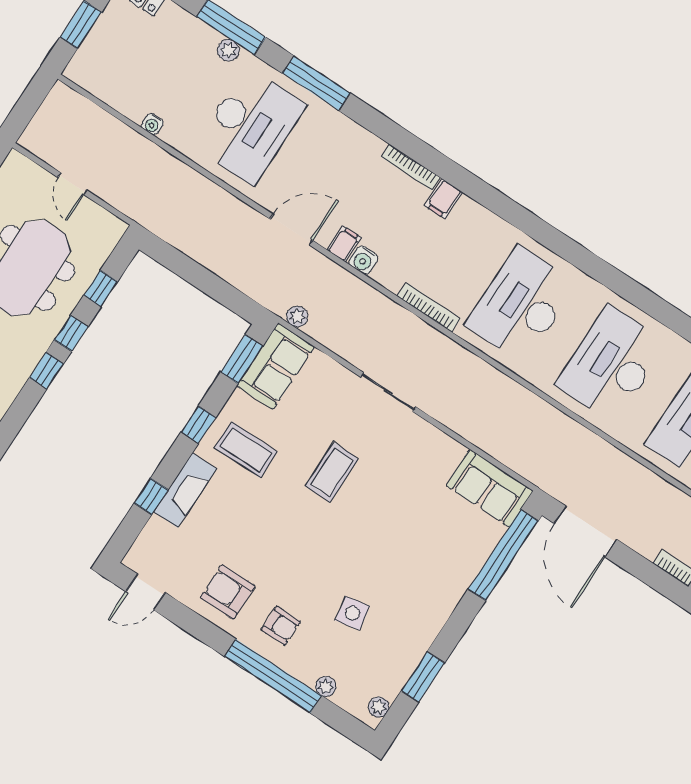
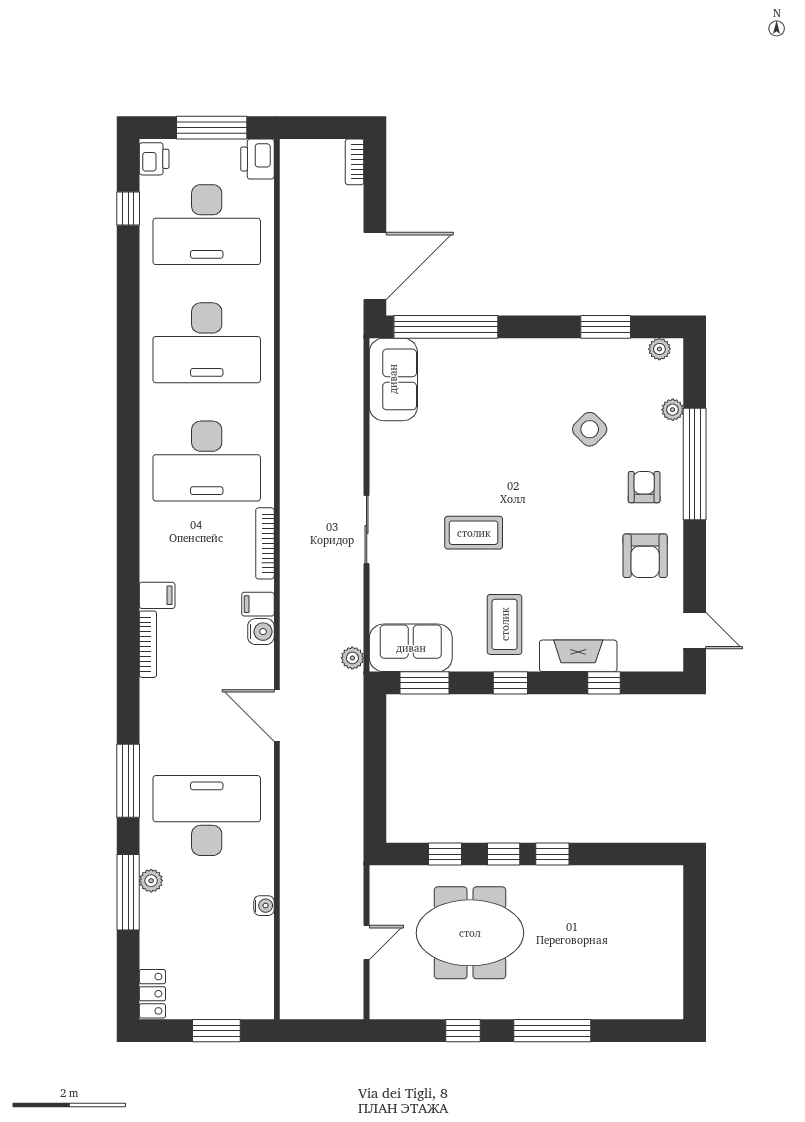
filing cabinet: (344, 244) -> (258, 604), moved
side table: (352, 613) -> (590, 429), turned -34

